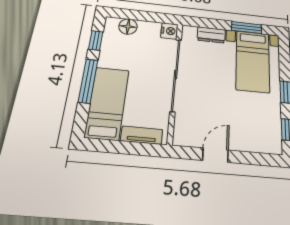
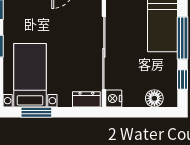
dresser: (211, 35) -> (86, 99), moved

